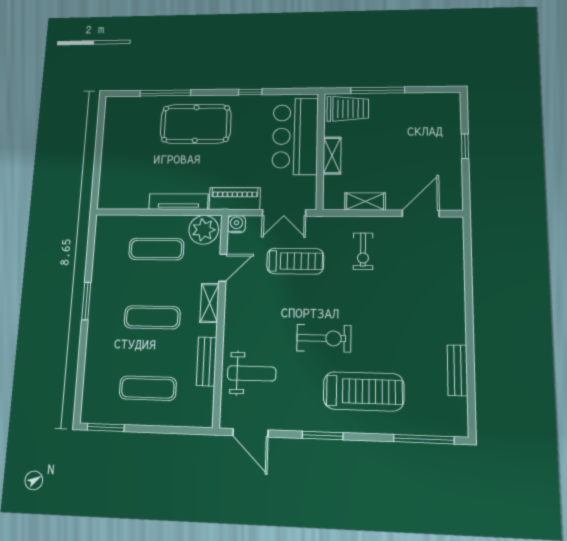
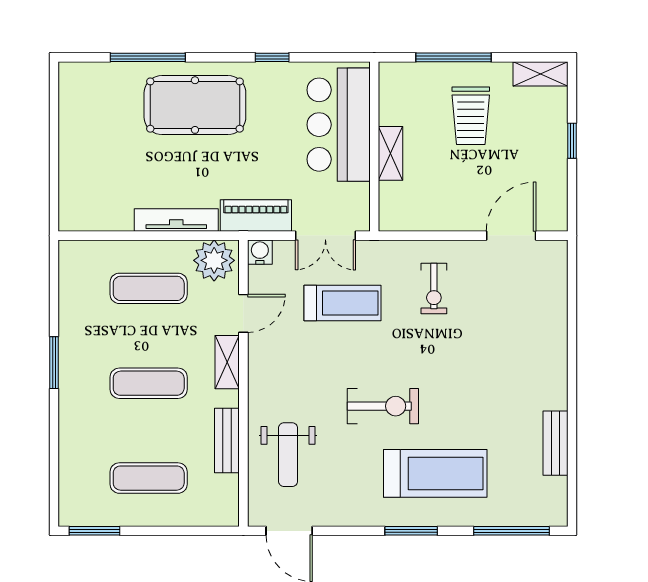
trolley: (348, 109) -> (471, 116), moved, turned 90
shelving: (365, 201) -> (540, 74), moved
weight bench: (252, 373) -> (288, 455), turned 90
window: (323, 435) -> (411, 531), moved

